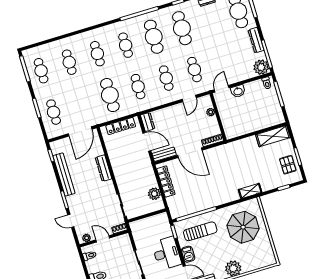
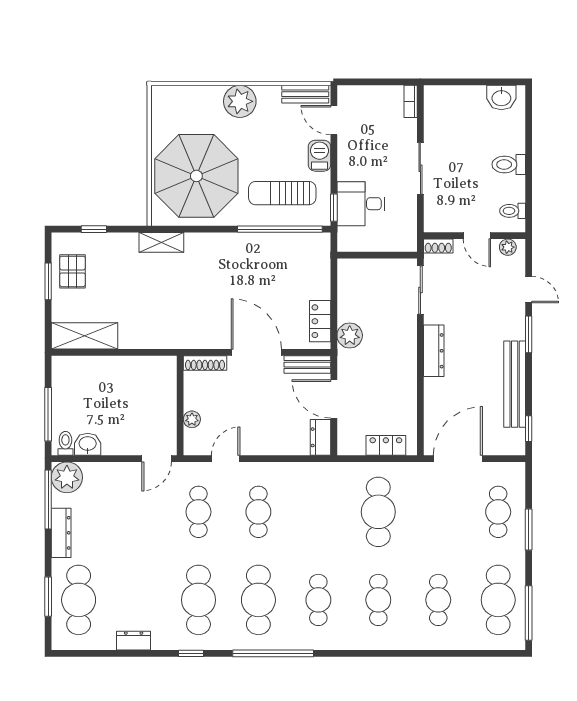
cafe table: (41, 71) -> (498, 600), width x1.37, depth x1.35
cafe table: (138, 87) -> (318, 512), removed
washbasin: (238, 91) -> (88, 444), moved
locker: (121, 126) -> (386, 445), width x0.66
dresser: (104, 168) -> (434, 351), moved
locker: (166, 182) -> (320, 321), width x0.66
plant: (154, 194) -> (350, 335), moved
parasol: (243, 227) -> (196, 176), width x1.36, depth x1.36
desk: (167, 253) -> (361, 204), moved, width x0.73

